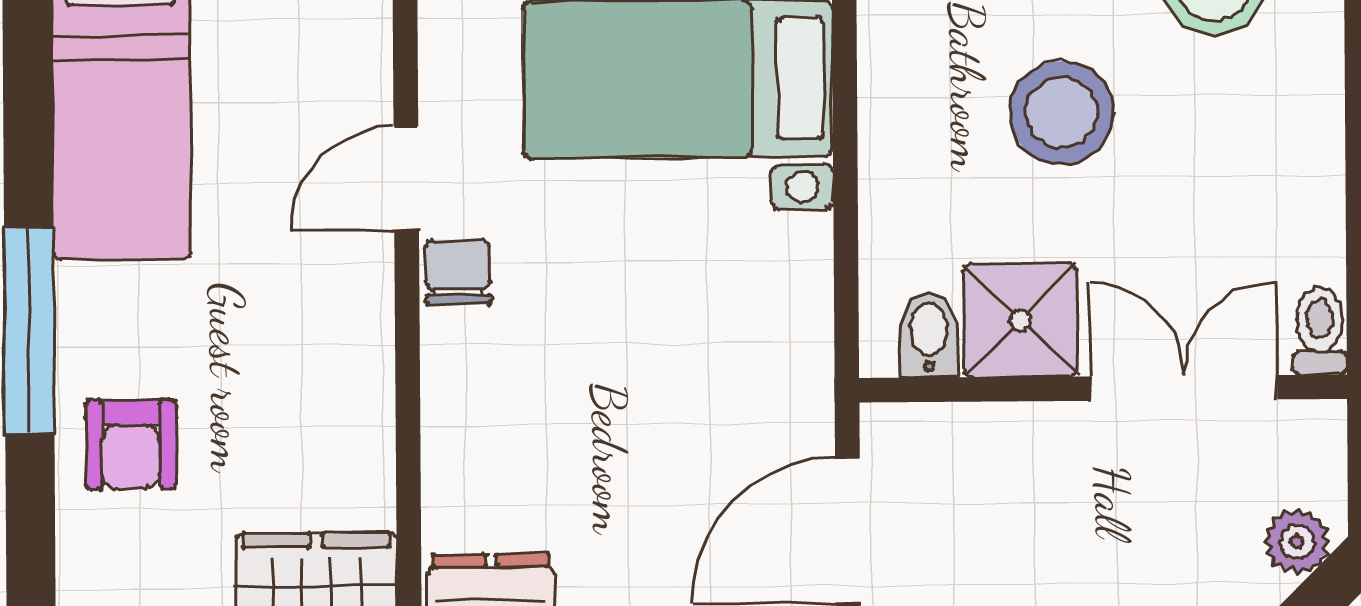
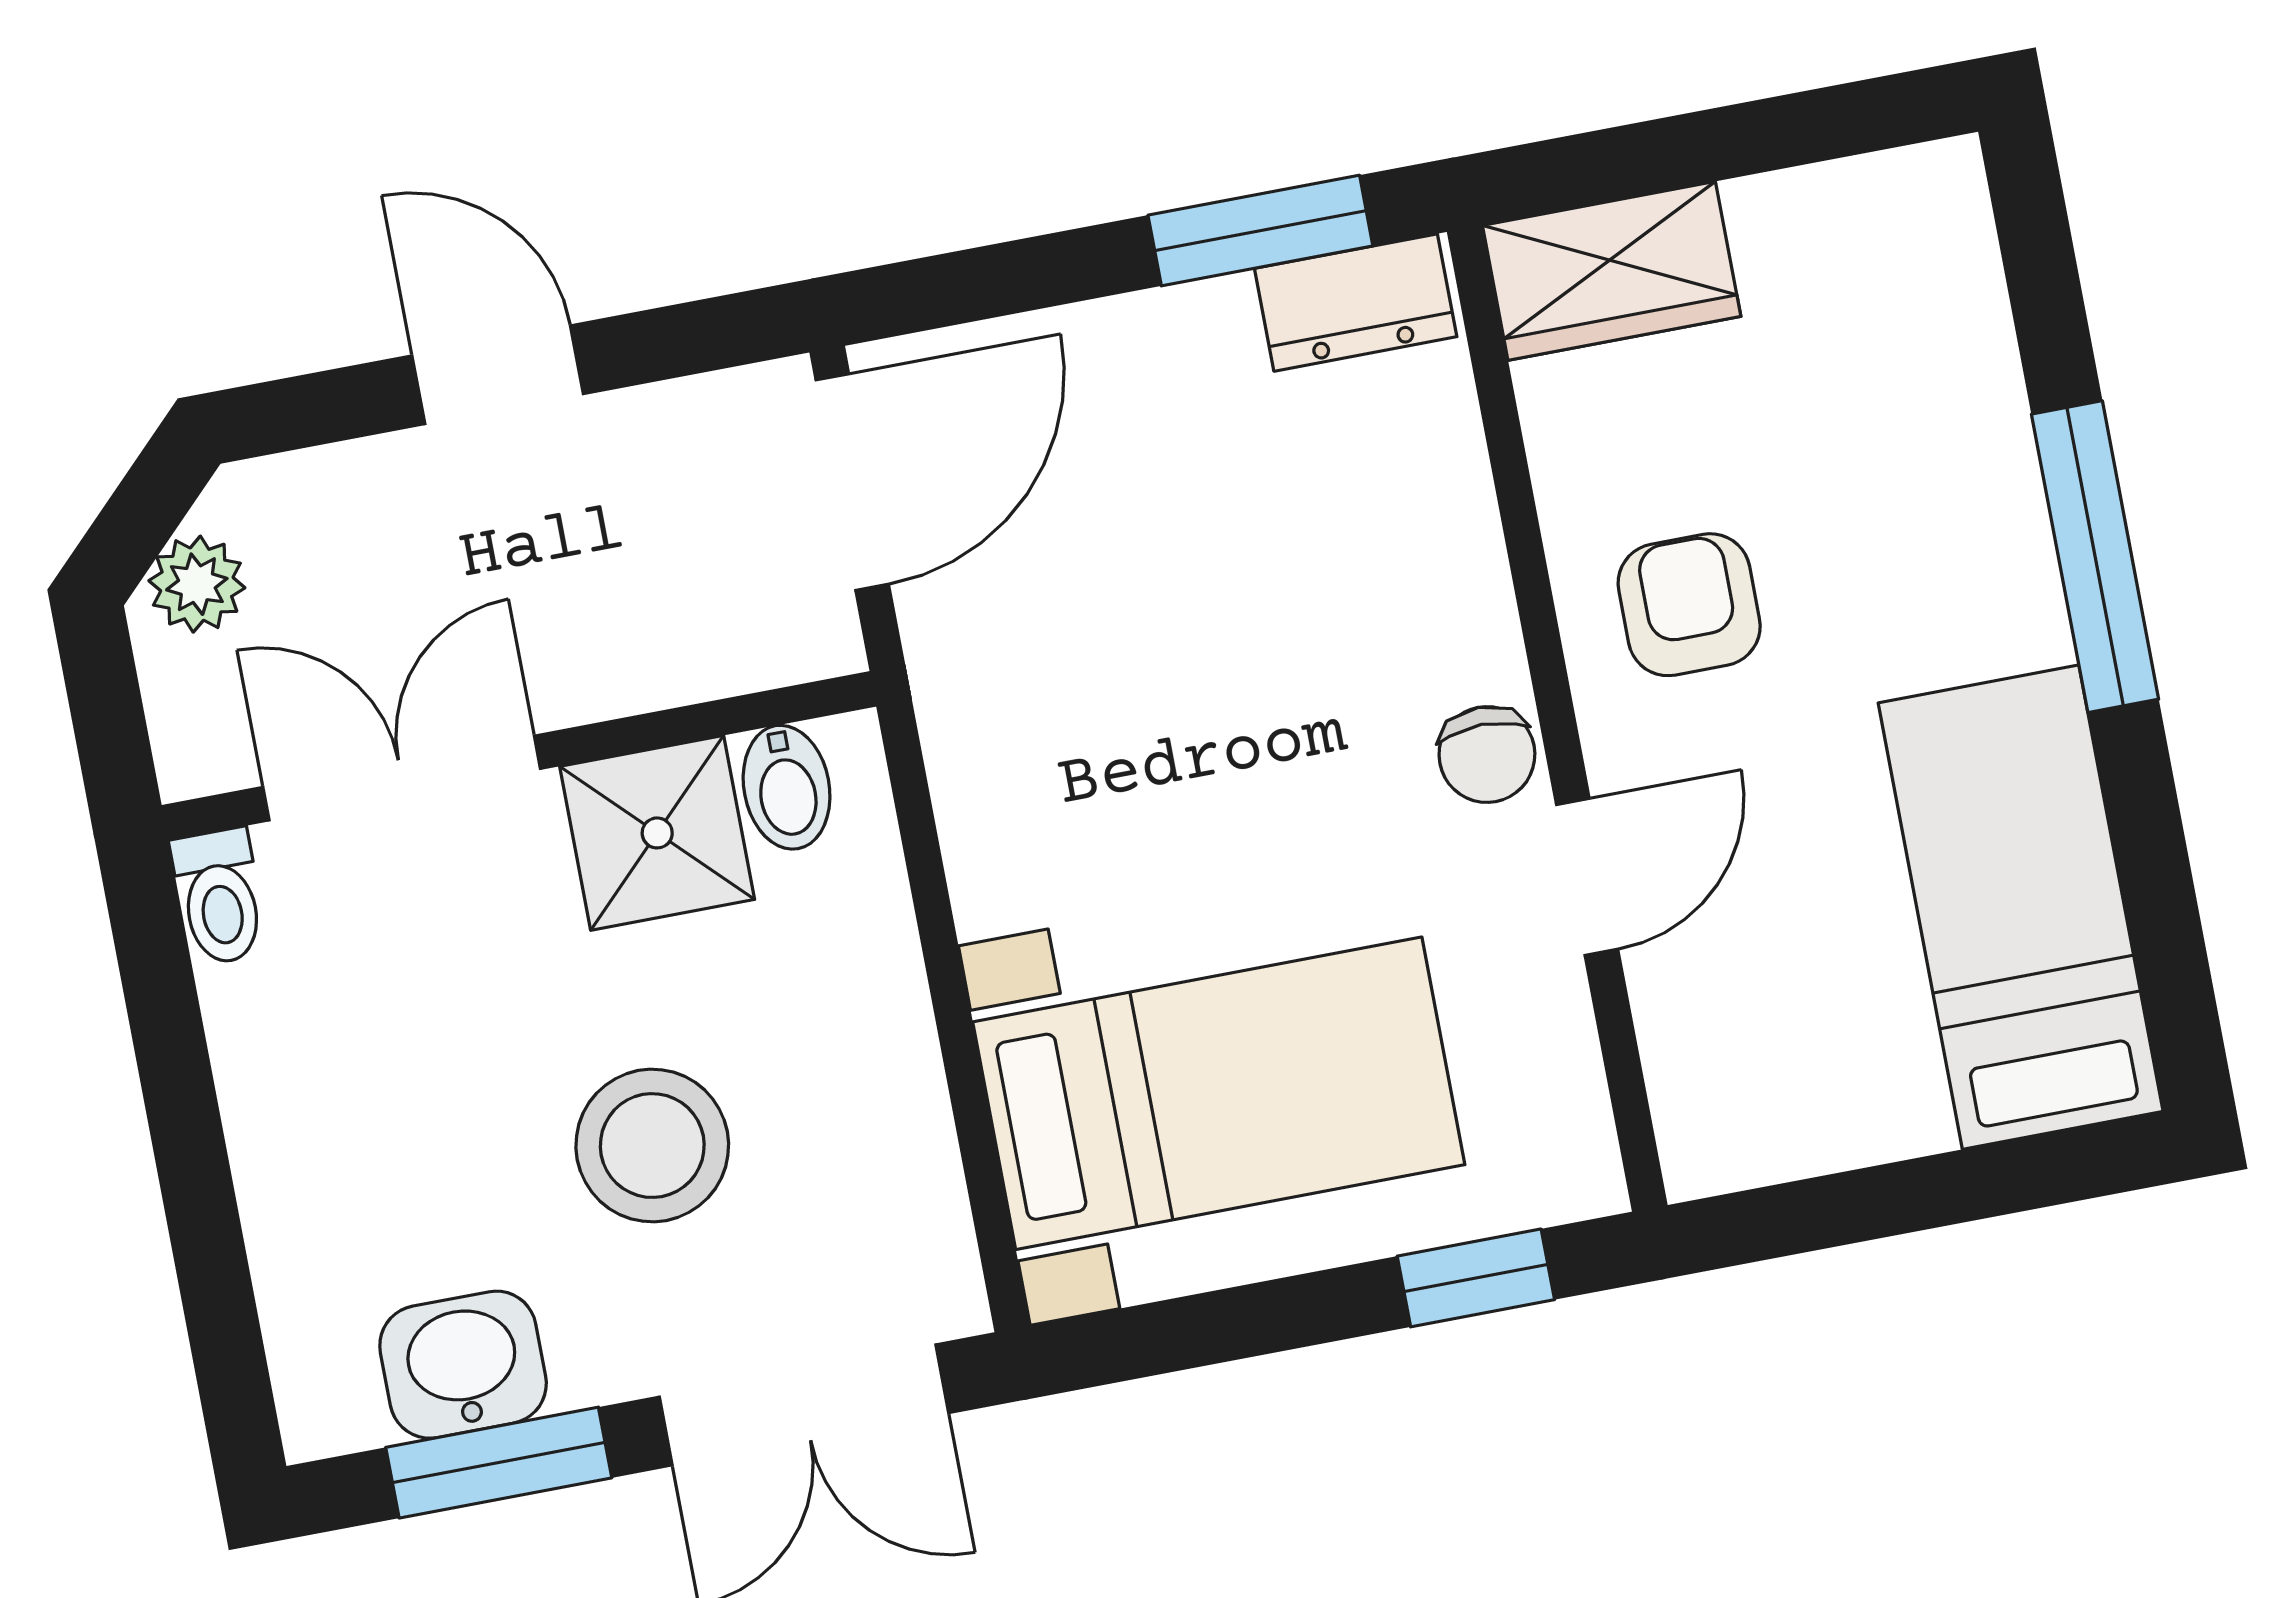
double door: (1184, 388) -> (402, 778), swing flipped
armchair: (131, 444) -> (1689, 605), moved

